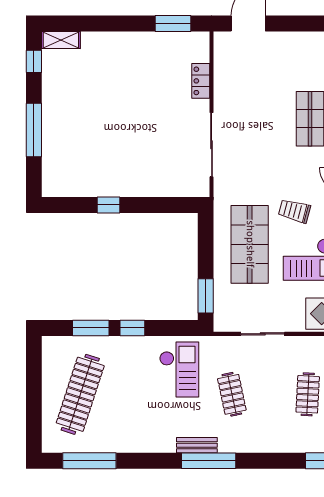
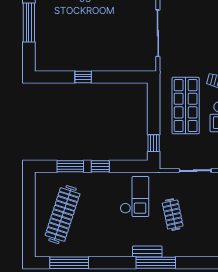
window: (206, 296) -> (154, 143), width x0.67

